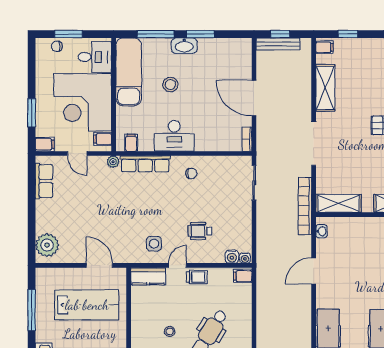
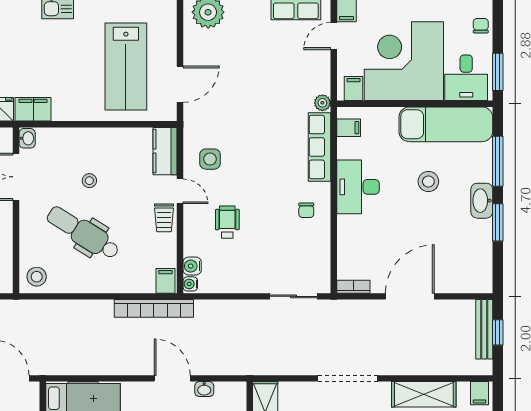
window: (69, 34) -> (498, 72), moved
door: (77, 154) -> (334, 36), moved
bookcase: (305, 206) -> (154, 308), moved, turned 180
washbasin: (321, 231) -> (204, 389), moved

